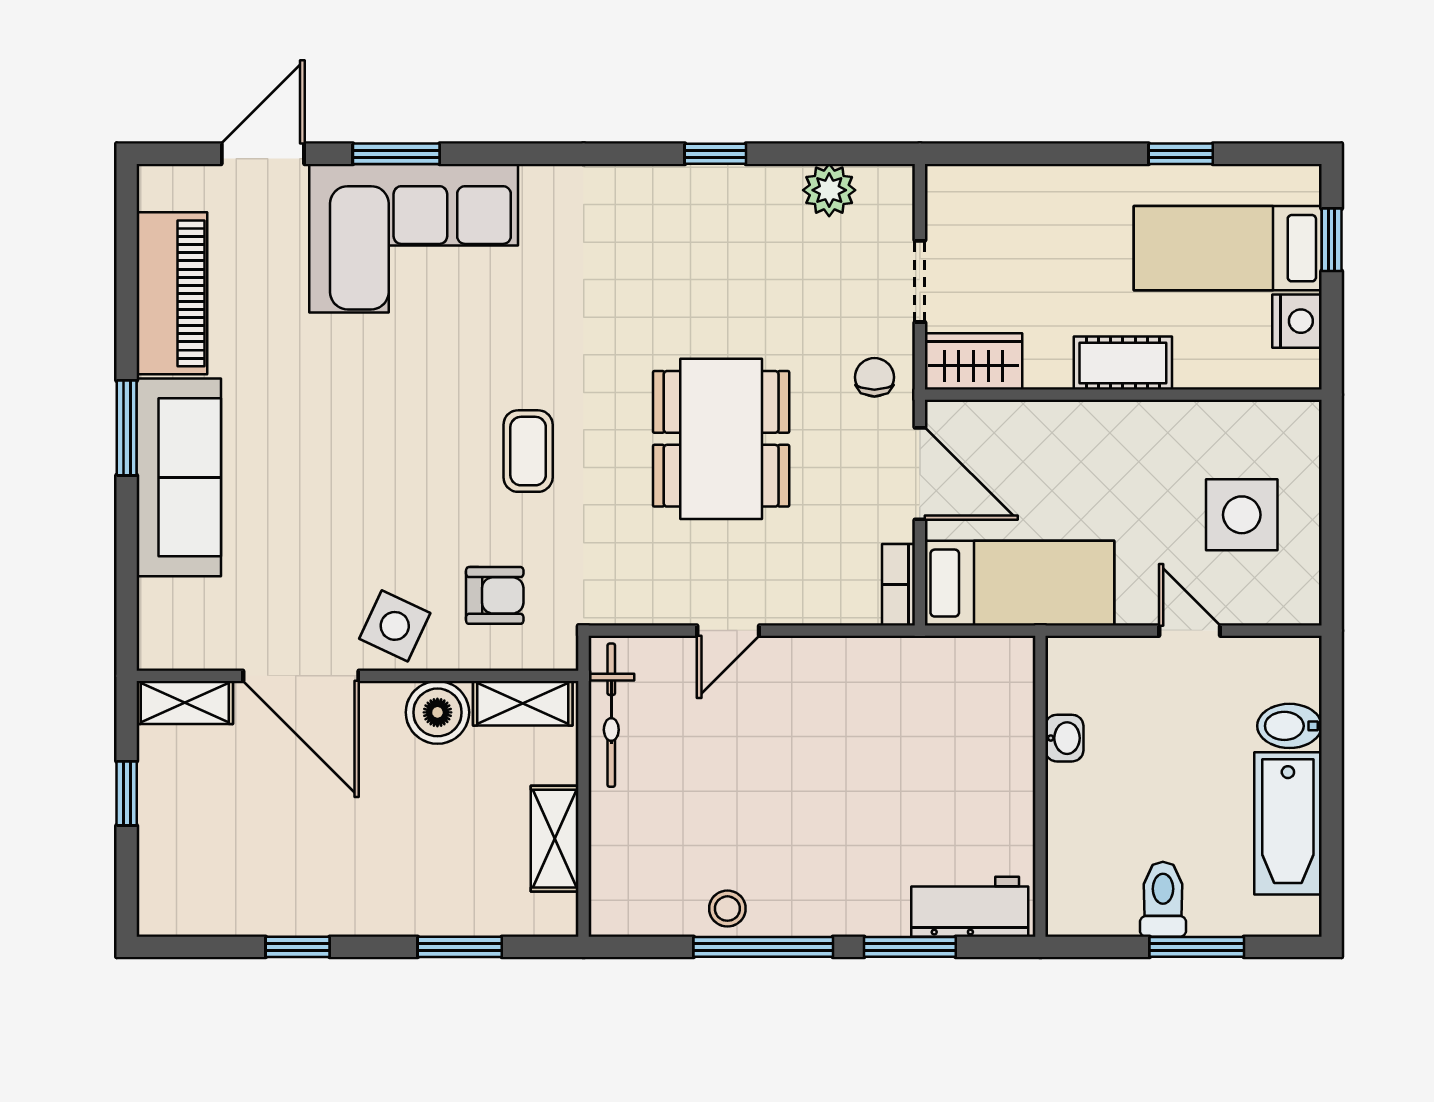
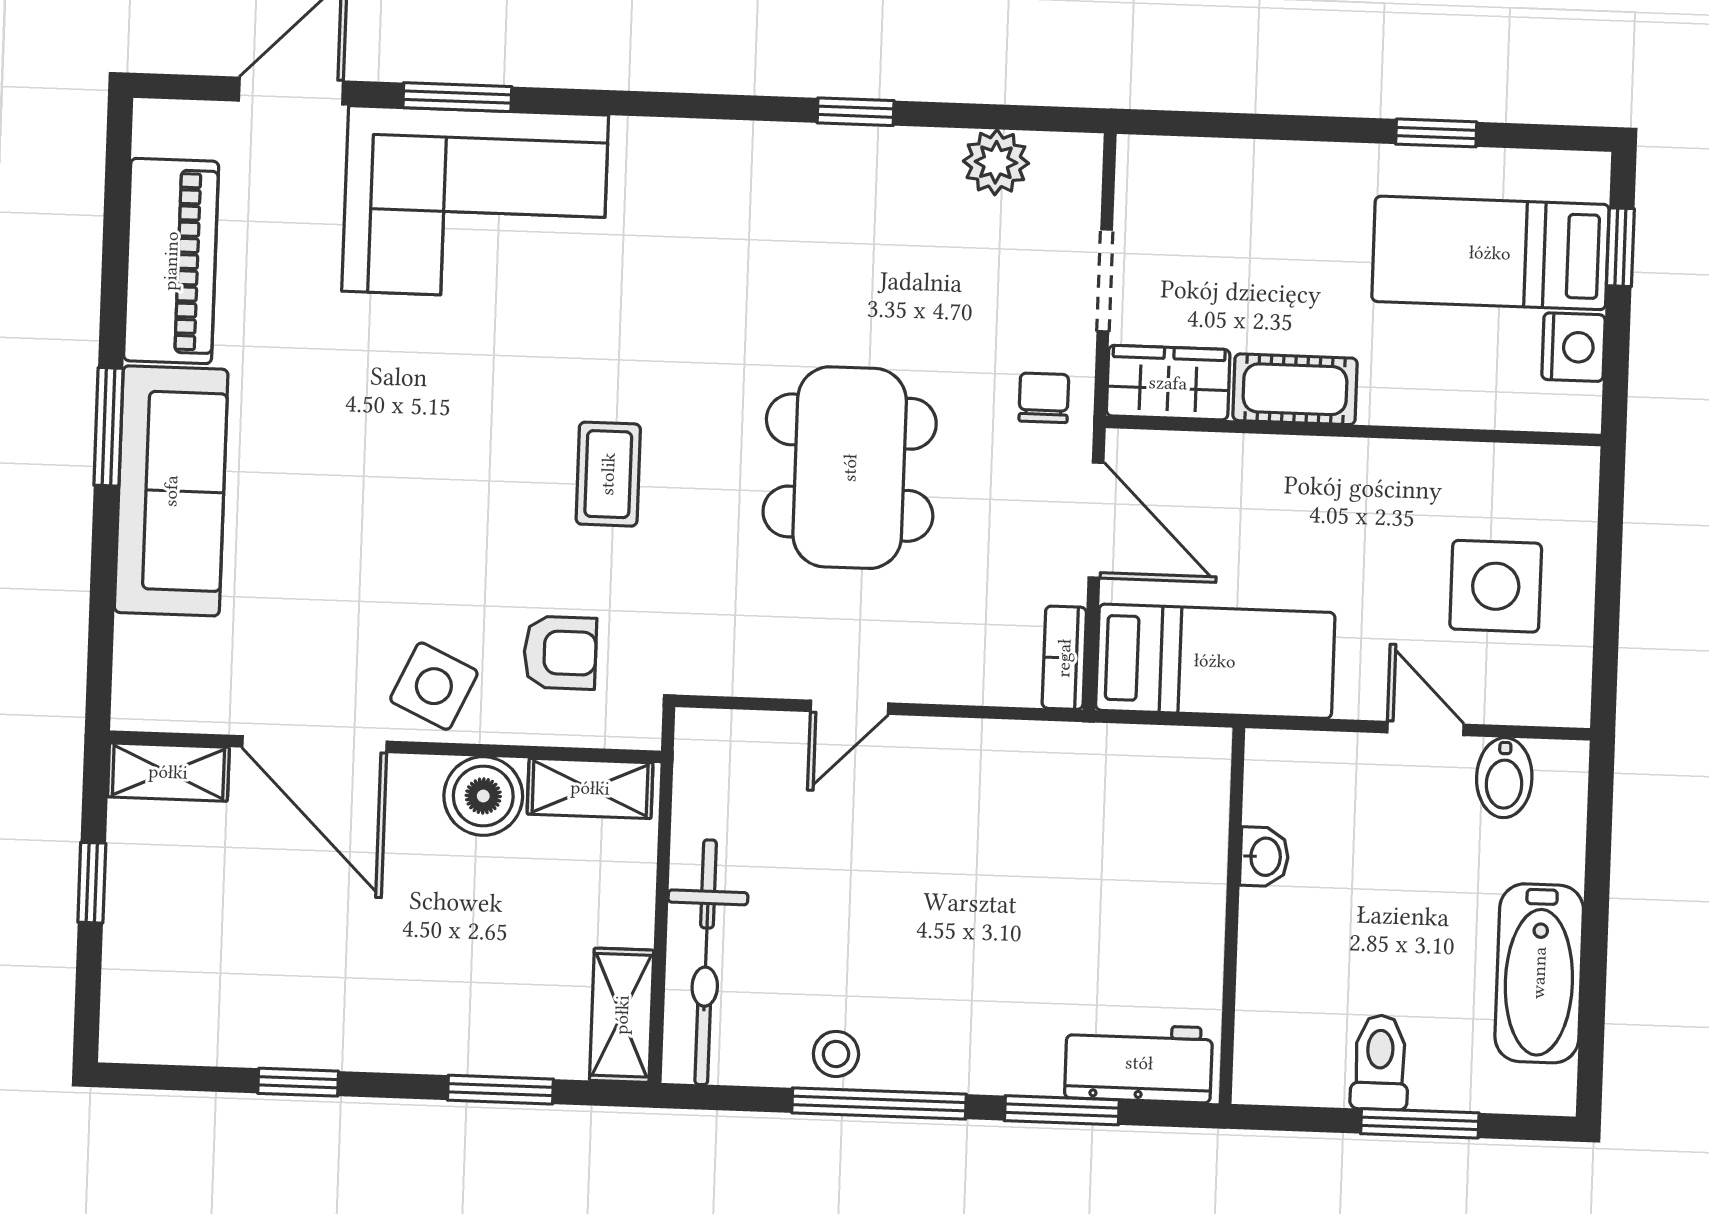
cot: (1123, 363) -> (1295, 389), moved
bicycle: (611, 715) -> (706, 962), moved, width x1.37, depth x1.40
bidet: (1289, 726) -> (1504, 778), moved, turned -90
shelving: (555, 839) -> (622, 1015), moved

